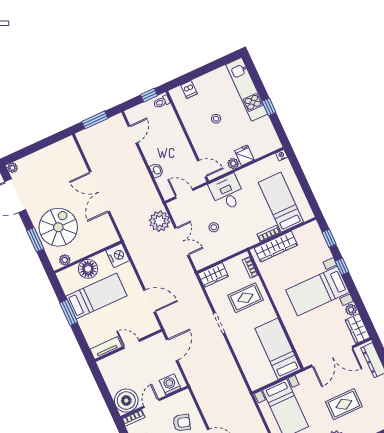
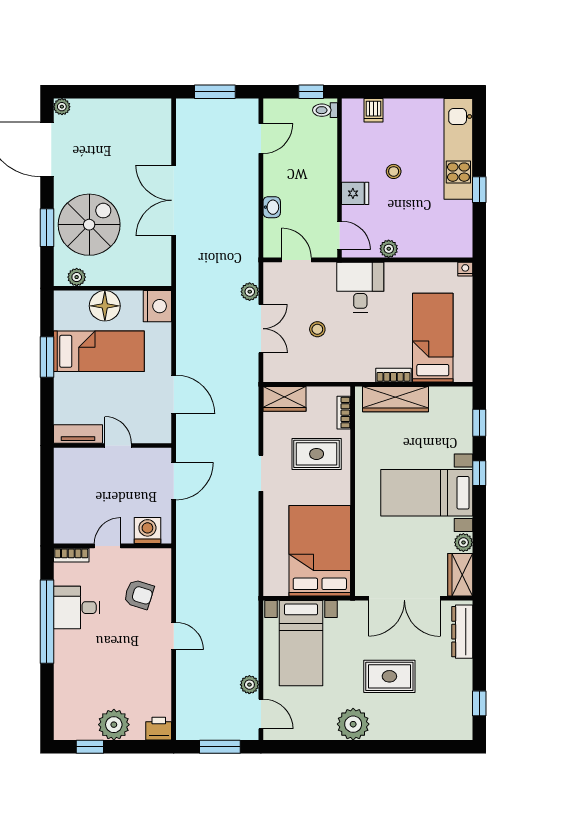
fridge: (244, 155) -> (355, 193), moved, turned 90
plant: (160, 221) -> (250, 292), width x0.53, depth x0.53
bed: (278, 349) -> (320, 551), width x1.50
boiler: (126, 401) -> (72, 525), removed

